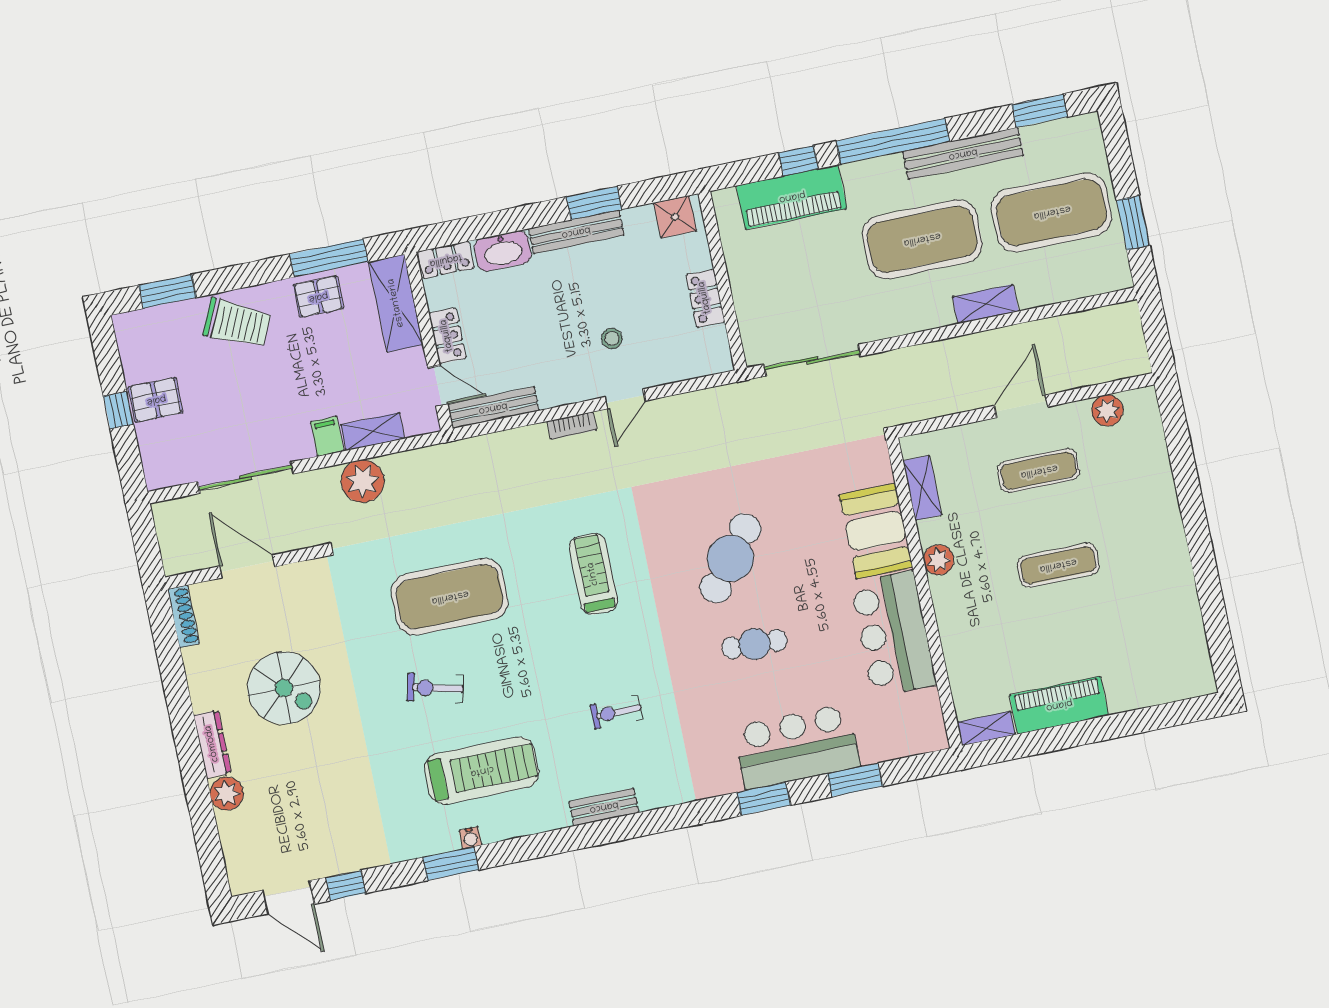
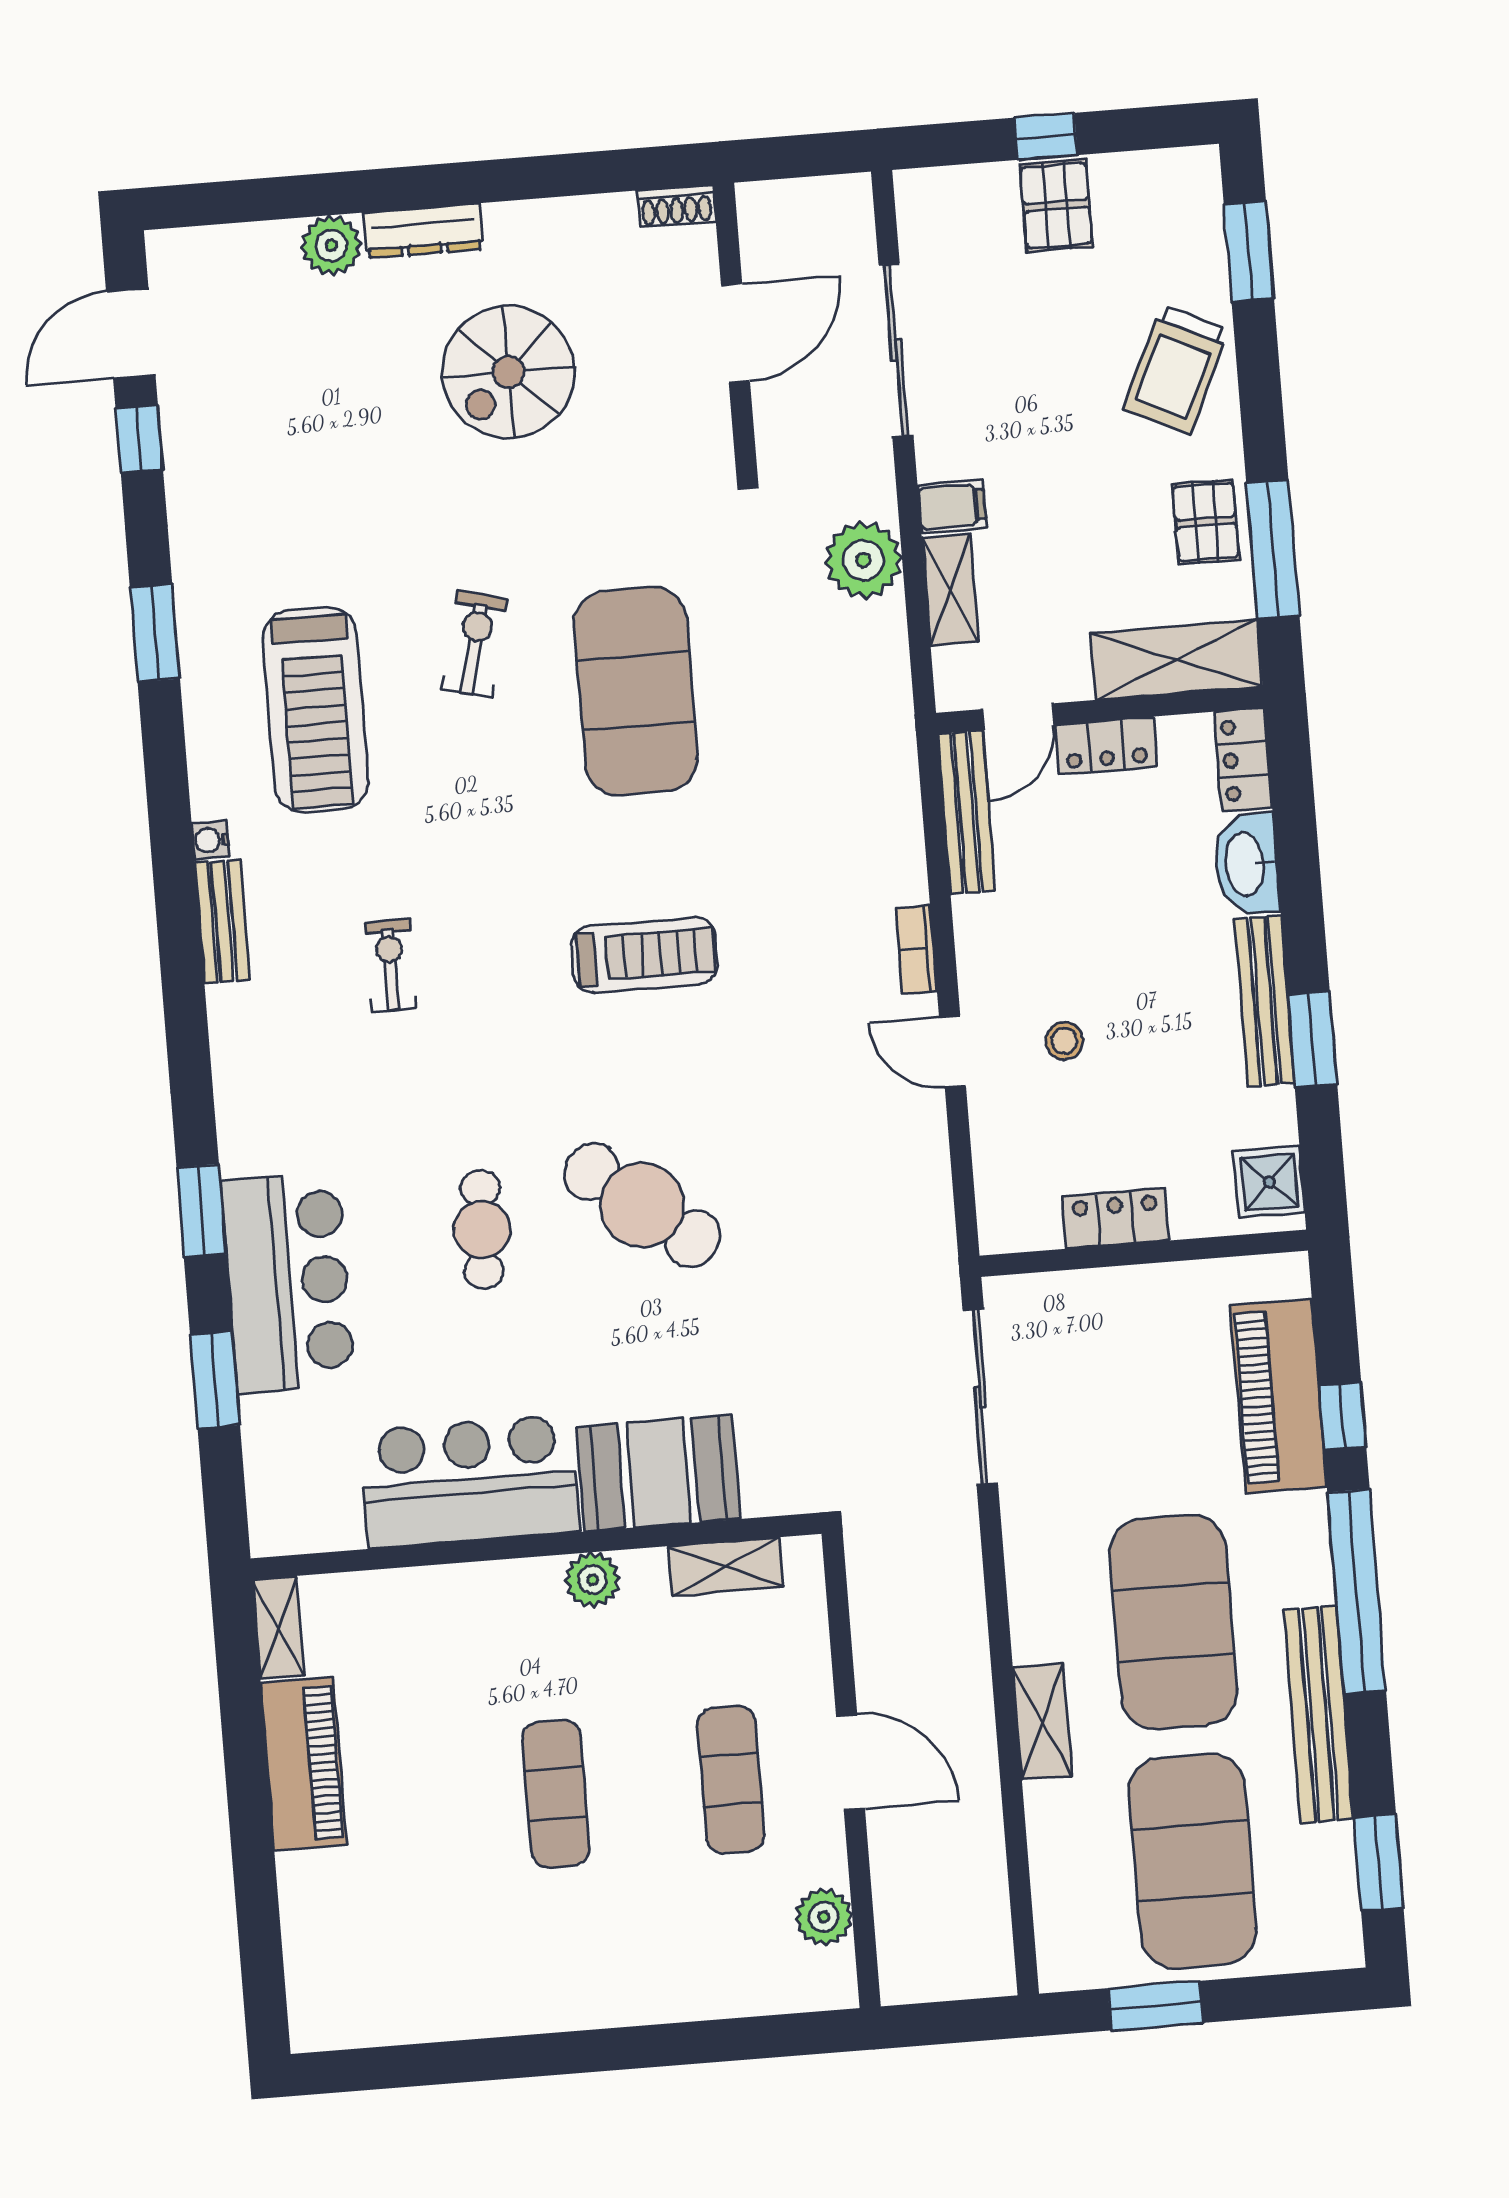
shoe rack: (183, 616) -> (676, 206), width x0.70
water cooler: (470, 838) -> (210, 840), moved

